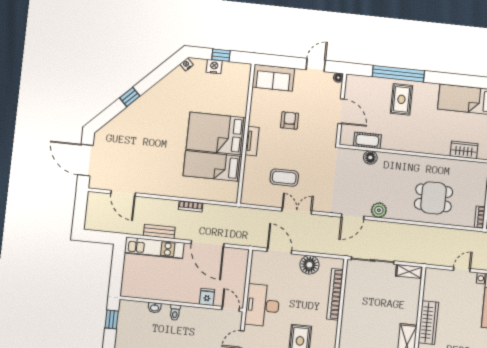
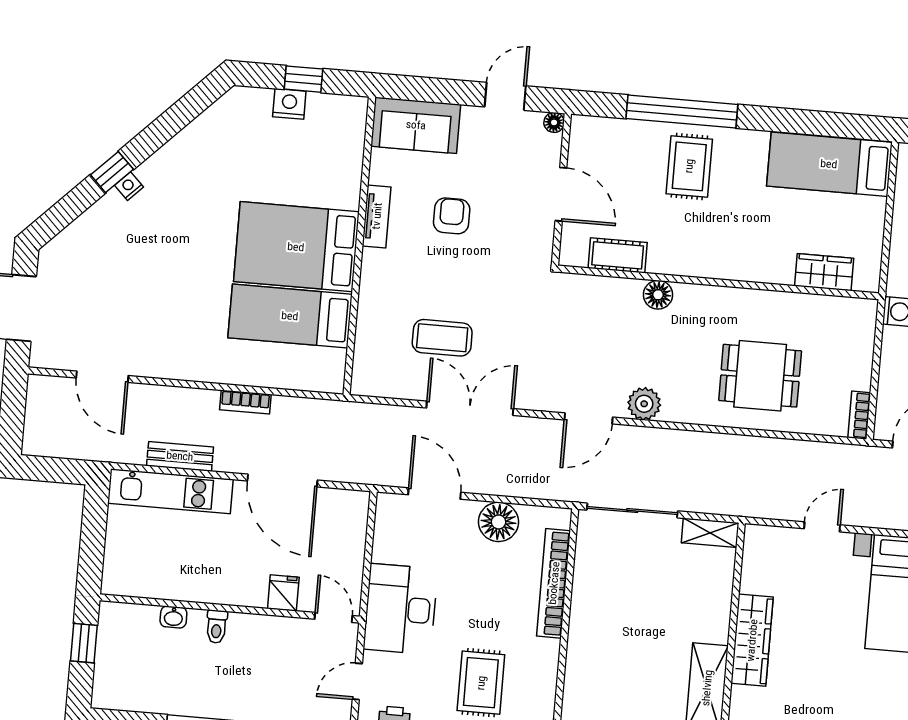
nightstand: (187, 64) -> (129, 186), moved
tv unit: (252, 141) -> (377, 216), moved
floor lamp: (370, 157) -> (658, 295), moved
double door: (297, 211) -> (470, 408), width x1.37

